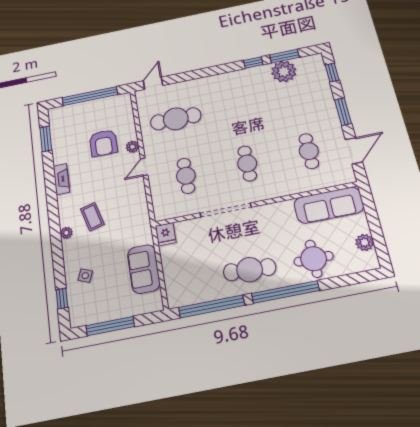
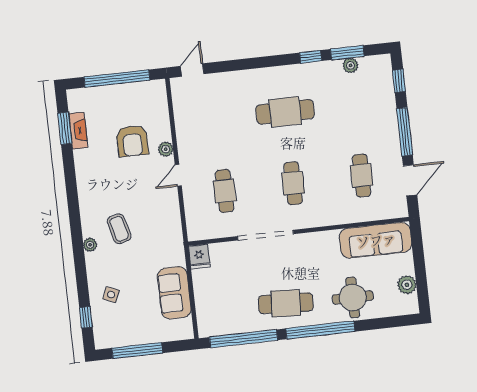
plant: (284, 71) -> (350, 65), width x0.53, depth x0.53
window: (343, 112) -> (405, 132), width x1.44
cafe table: (176, 119) -> (285, 112), moved
fireplace: (61, 179) -> (78, 131), moved

